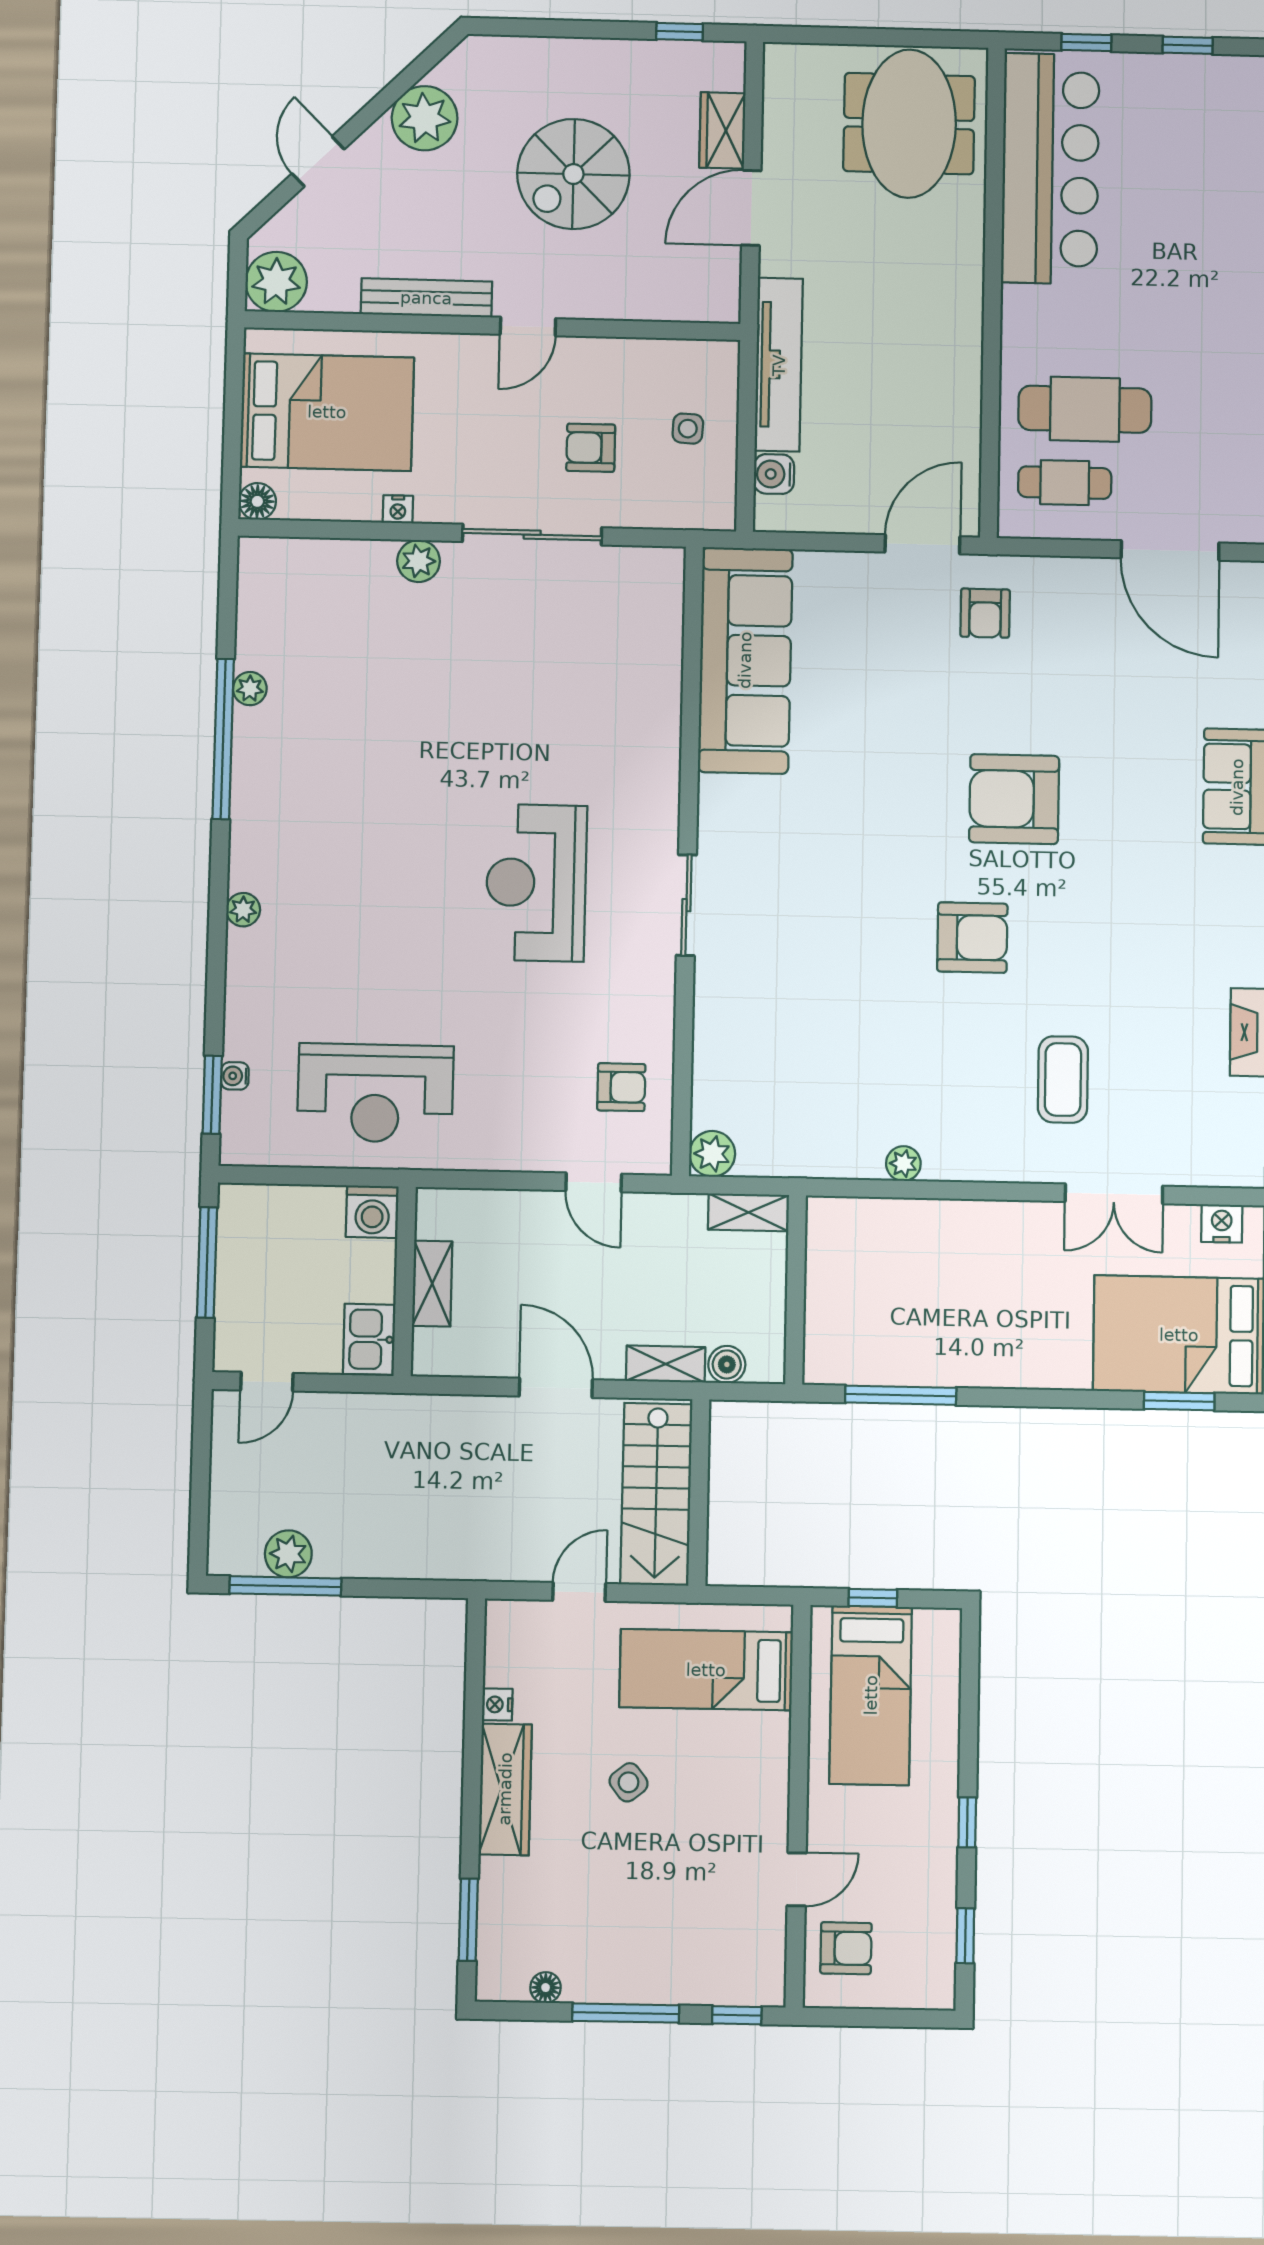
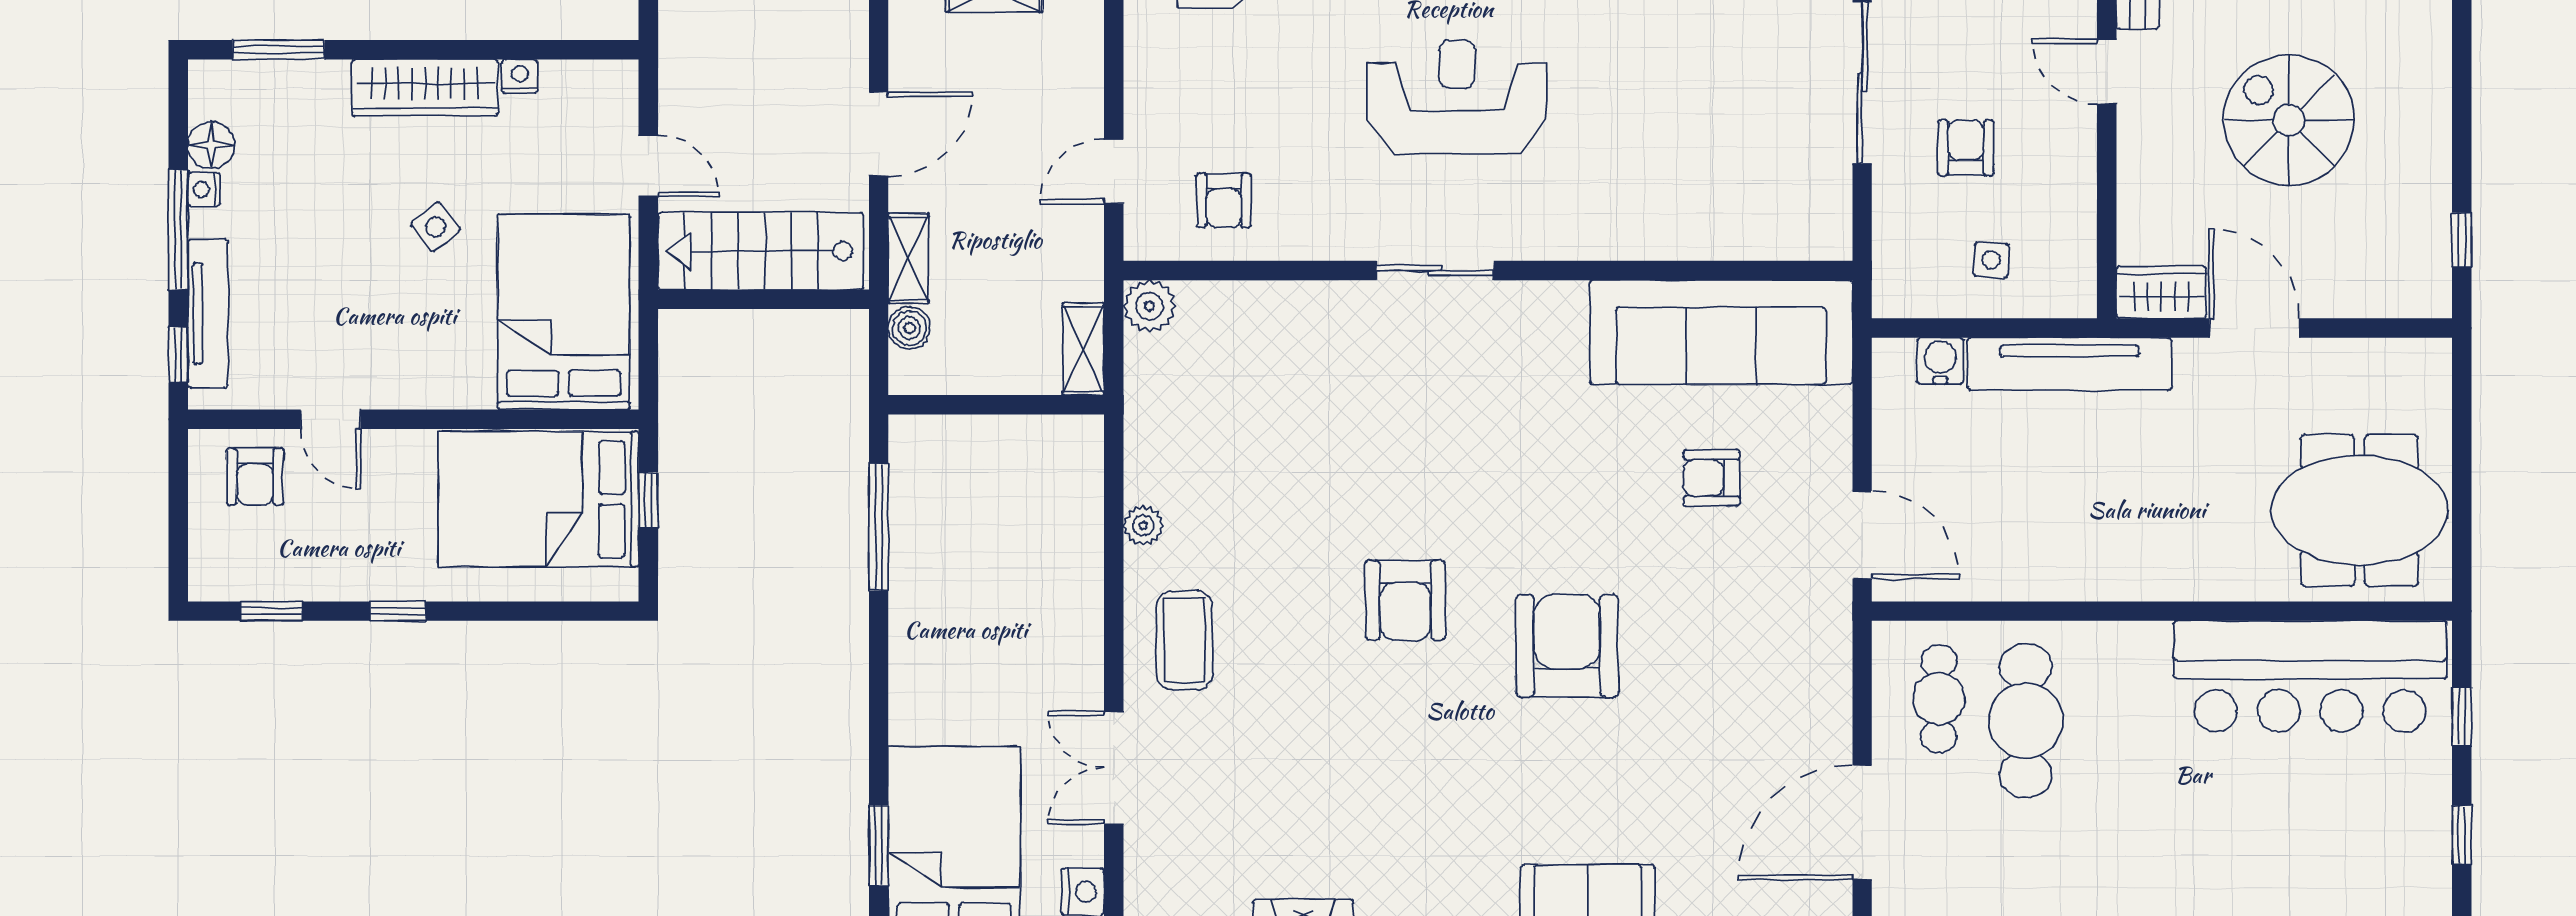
wardrobe: (722, 130) -> (2161, 292), moved
armchair: (985, 613) -> (1712, 478), moved
coffee table: (1063, 1080) -> (1184, 640), moved, turned 90
bed: (706, 1670) -> (564, 312), width x1.50
bed: (871, 1695) -> (539, 499), width x1.50
floor lamp: (546, 1988) -> (211, 145), width x1.37, depth x1.37
tv unit: (701, 1988) -> (208, 314), added
nightstand: (591, 1989) -> (204, 189), added

